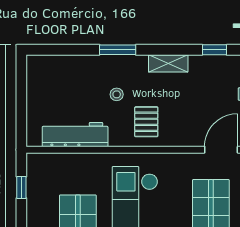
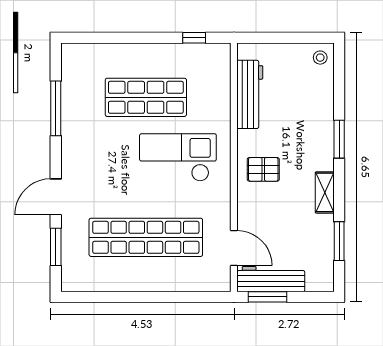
window: (214, 50) -> (339, 241), width x1.50
stool: (117, 94) -> (320, 58), moved

